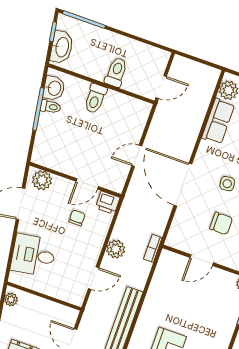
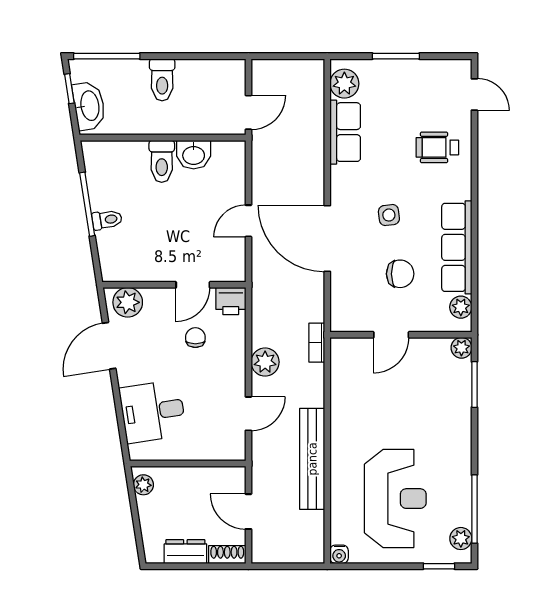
toilet: (116, 72) -> (162, 80), moved, turned 180
washbasin: (54, 88) -> (194, 155), moved, turned 99
toilet: (51, 107) -> (107, 220), moved

